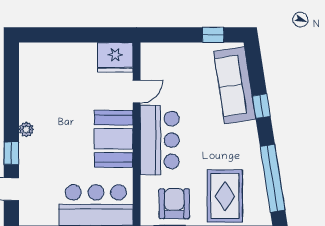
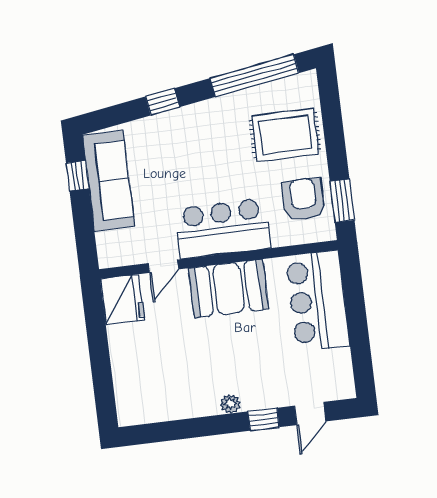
sofa: (235, 85) -> (109, 181), moved, turned -81
door: (137, 92) -> (163, 266), swing flipped
armchair: (174, 204) -> (303, 199), turned 90

